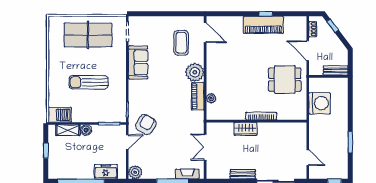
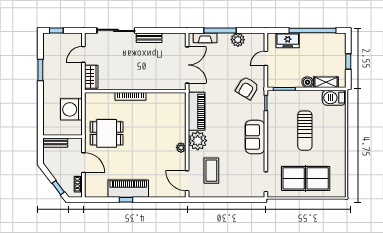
sofa: (138, 62) -> (255, 137), moved
sun lounger: (89, 82) -> (305, 131), turned 90
piano: (198, 96) -> (197, 111), width x1.37, depth x1.33
plant: (211, 98) -> (181, 148), moved
wardrobe: (245, 129) -> (91, 77), moved, turned 90
door: (127, 142) -> (266, 58), moved
double door: (205, 147) -> (187, 65), width x1.37
door: (308, 158) -> (83, 54), hinge flipped
plant: (135, 172) -> (238, 40), moved

